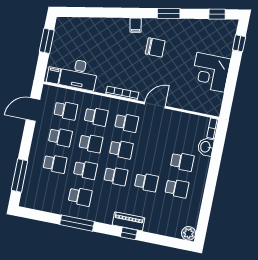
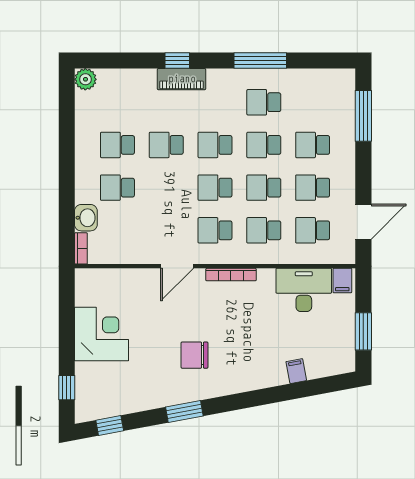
filing cabinet: (136, 25) -> (296, 371), moved

